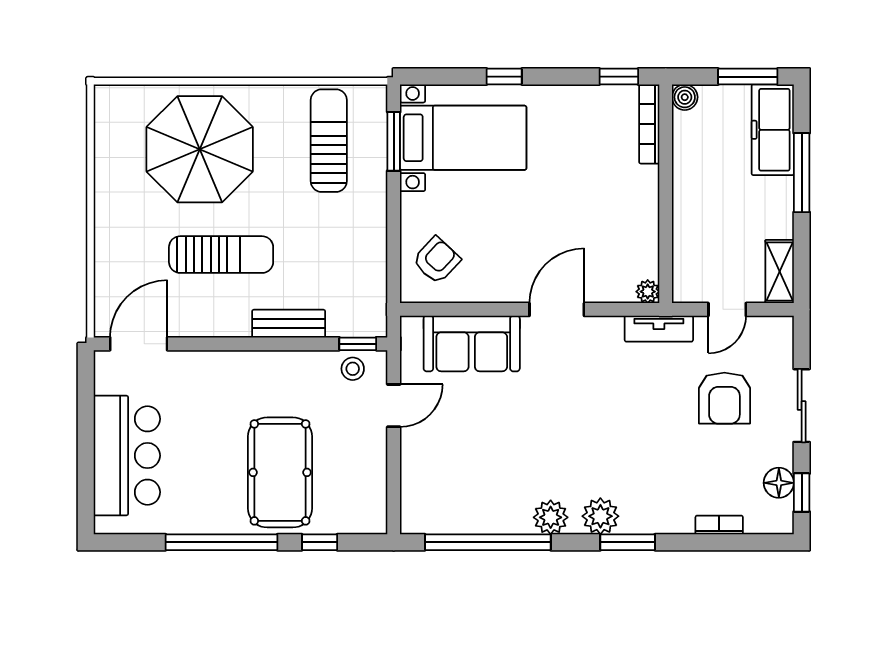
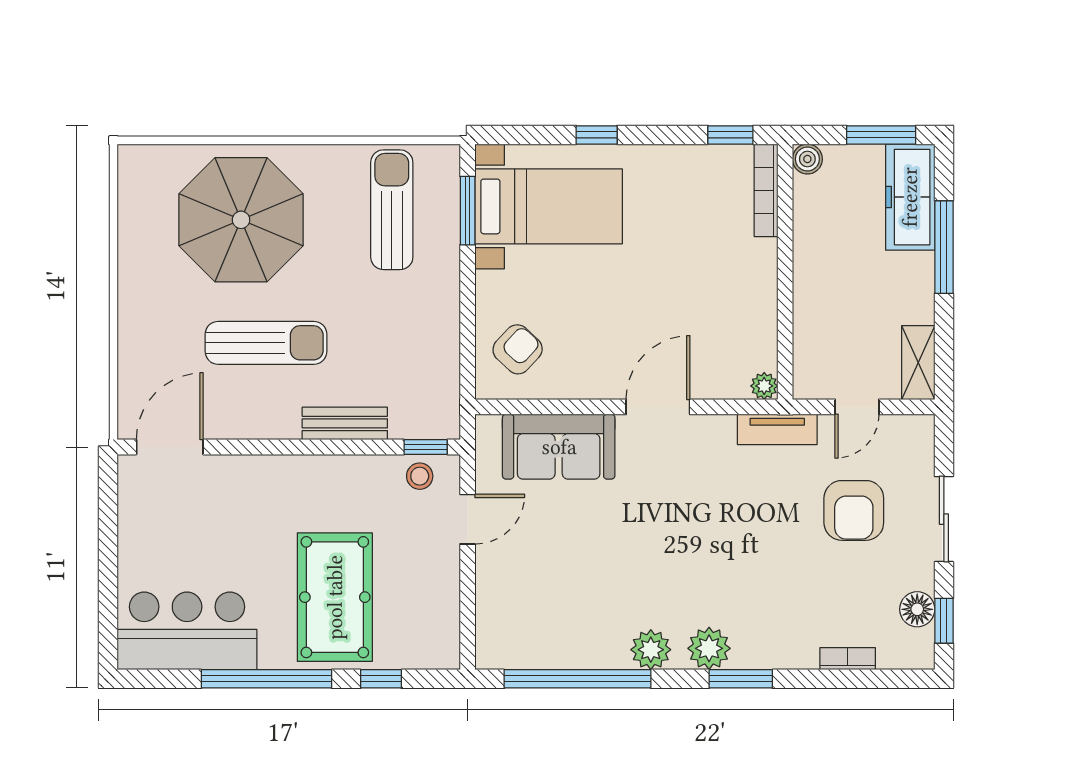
bar counter: (127, 456) -> (187, 631), moved, turned -90

